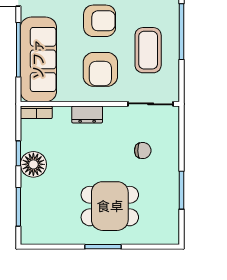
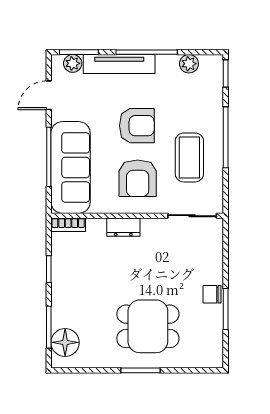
chair: (143, 151) -> (212, 294), moved, turned 180
floor lamp: (33, 164) -> (65, 342), moved

